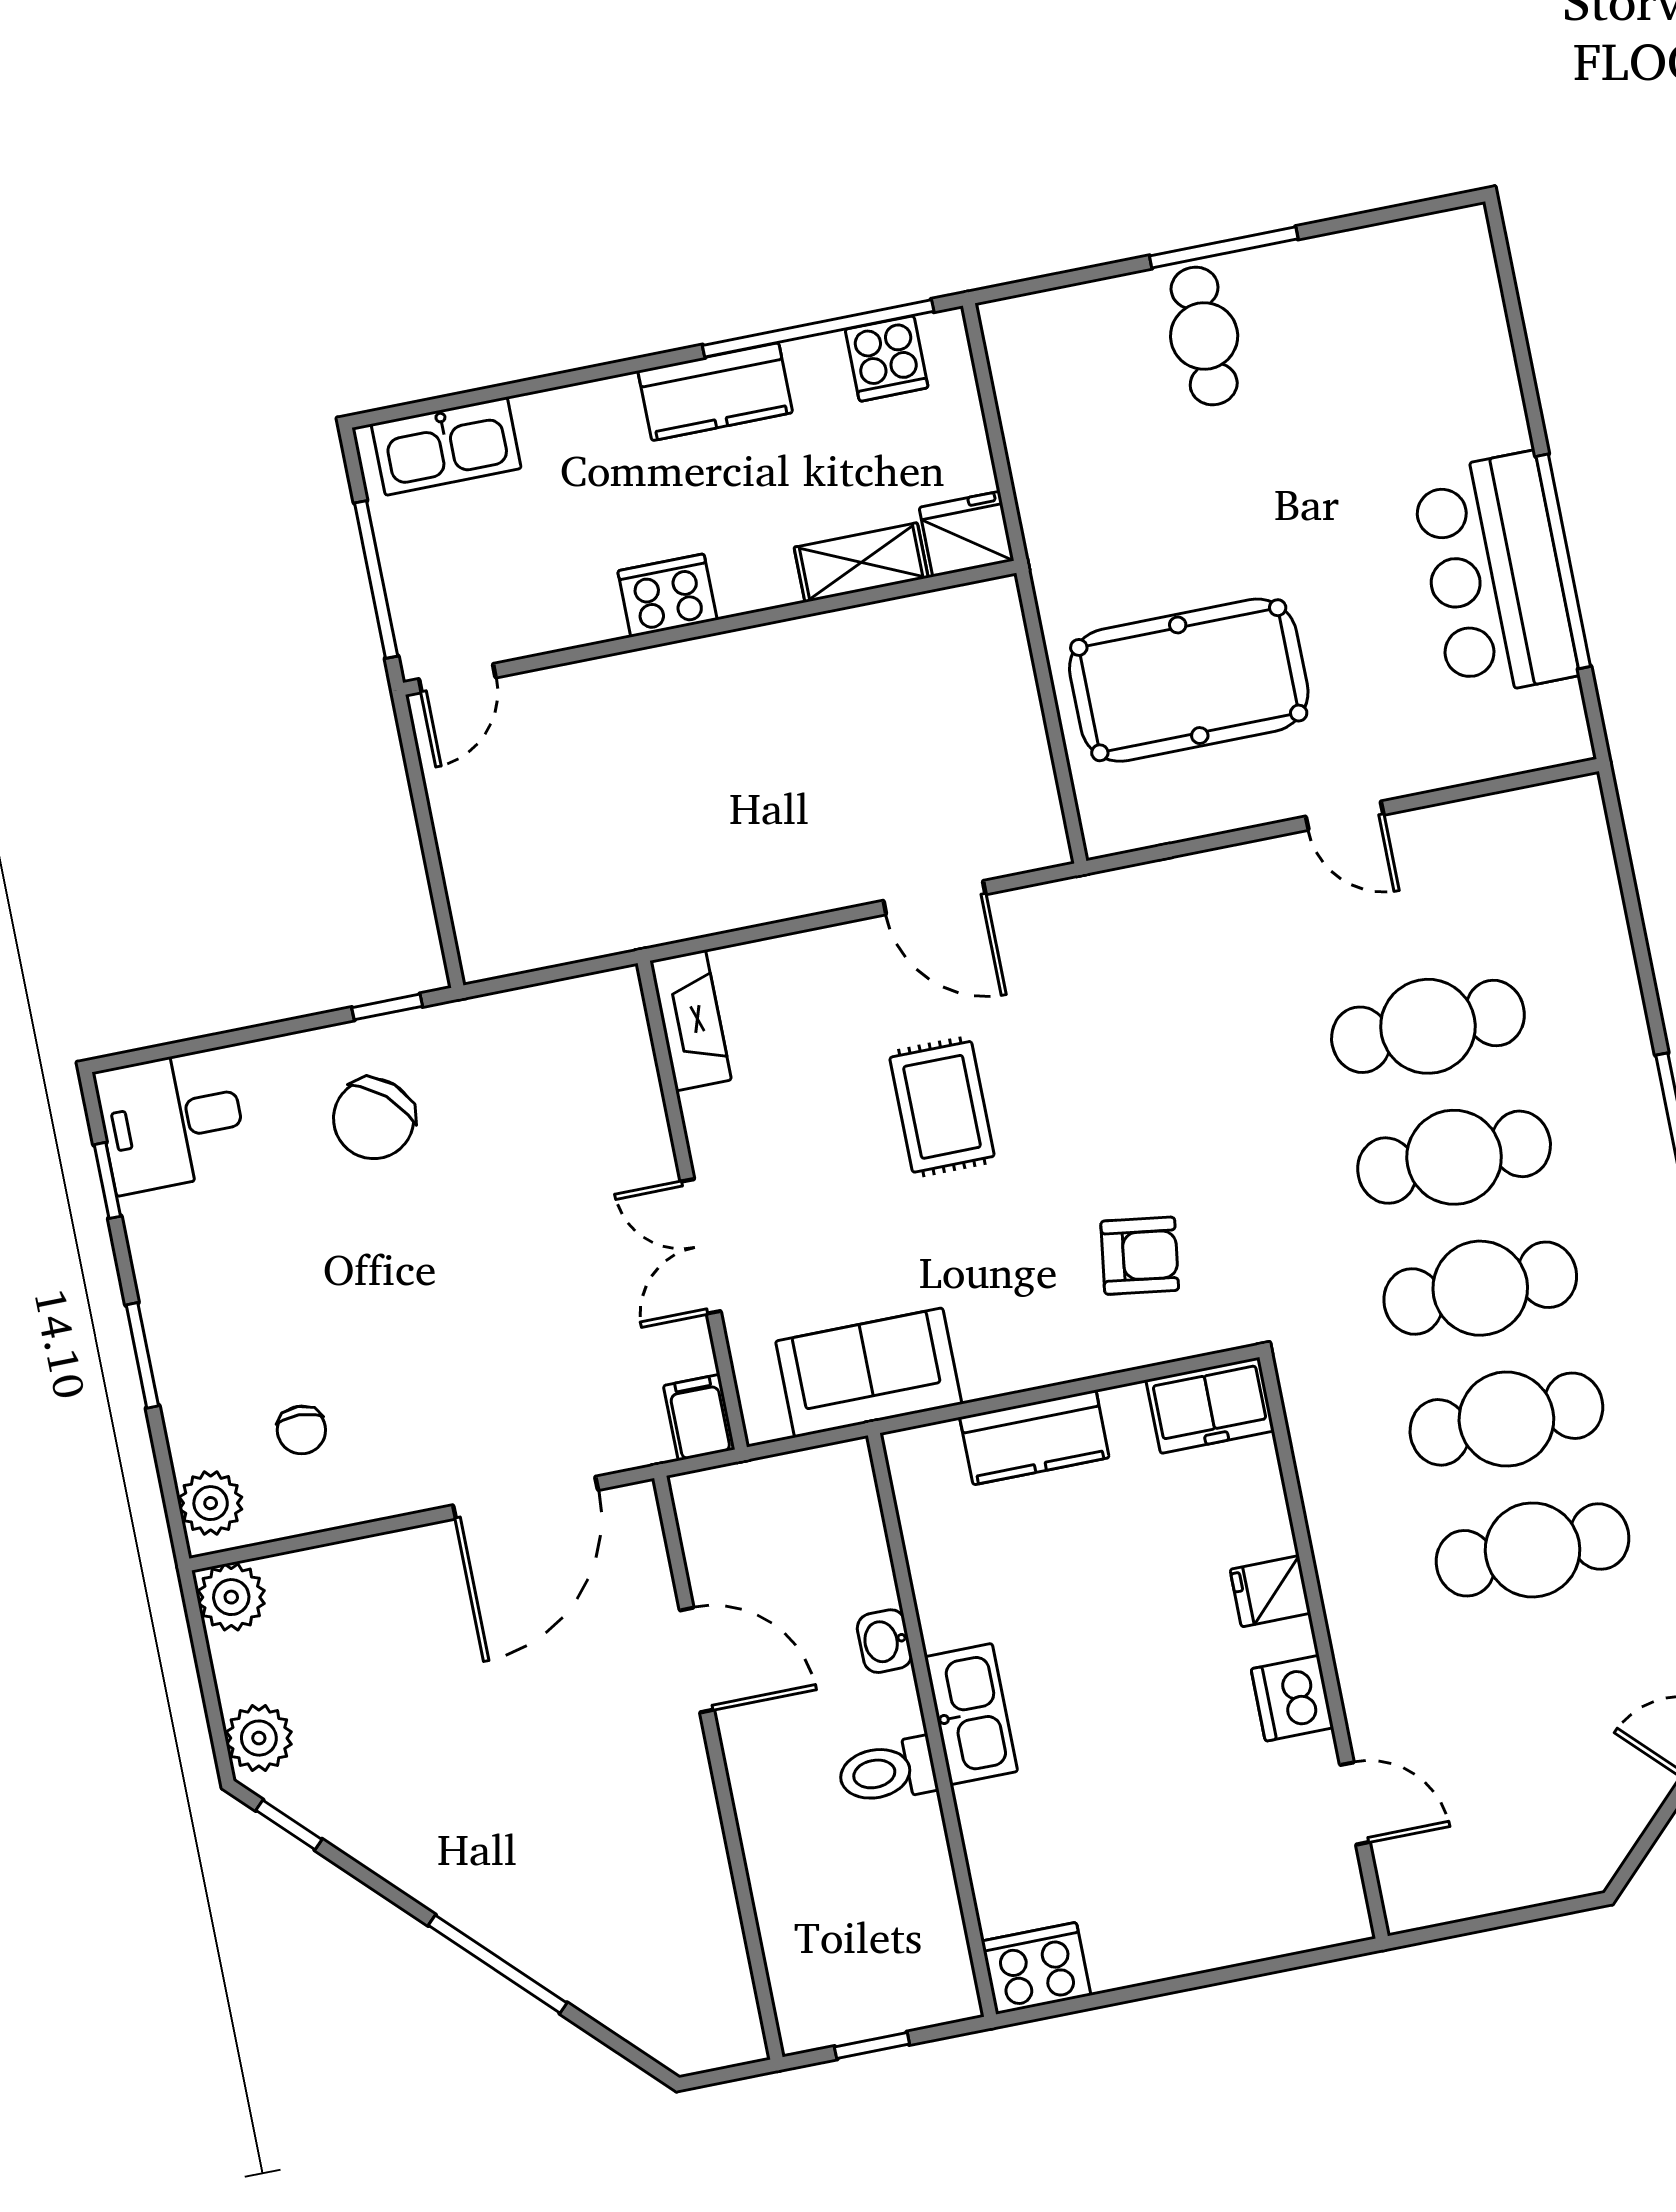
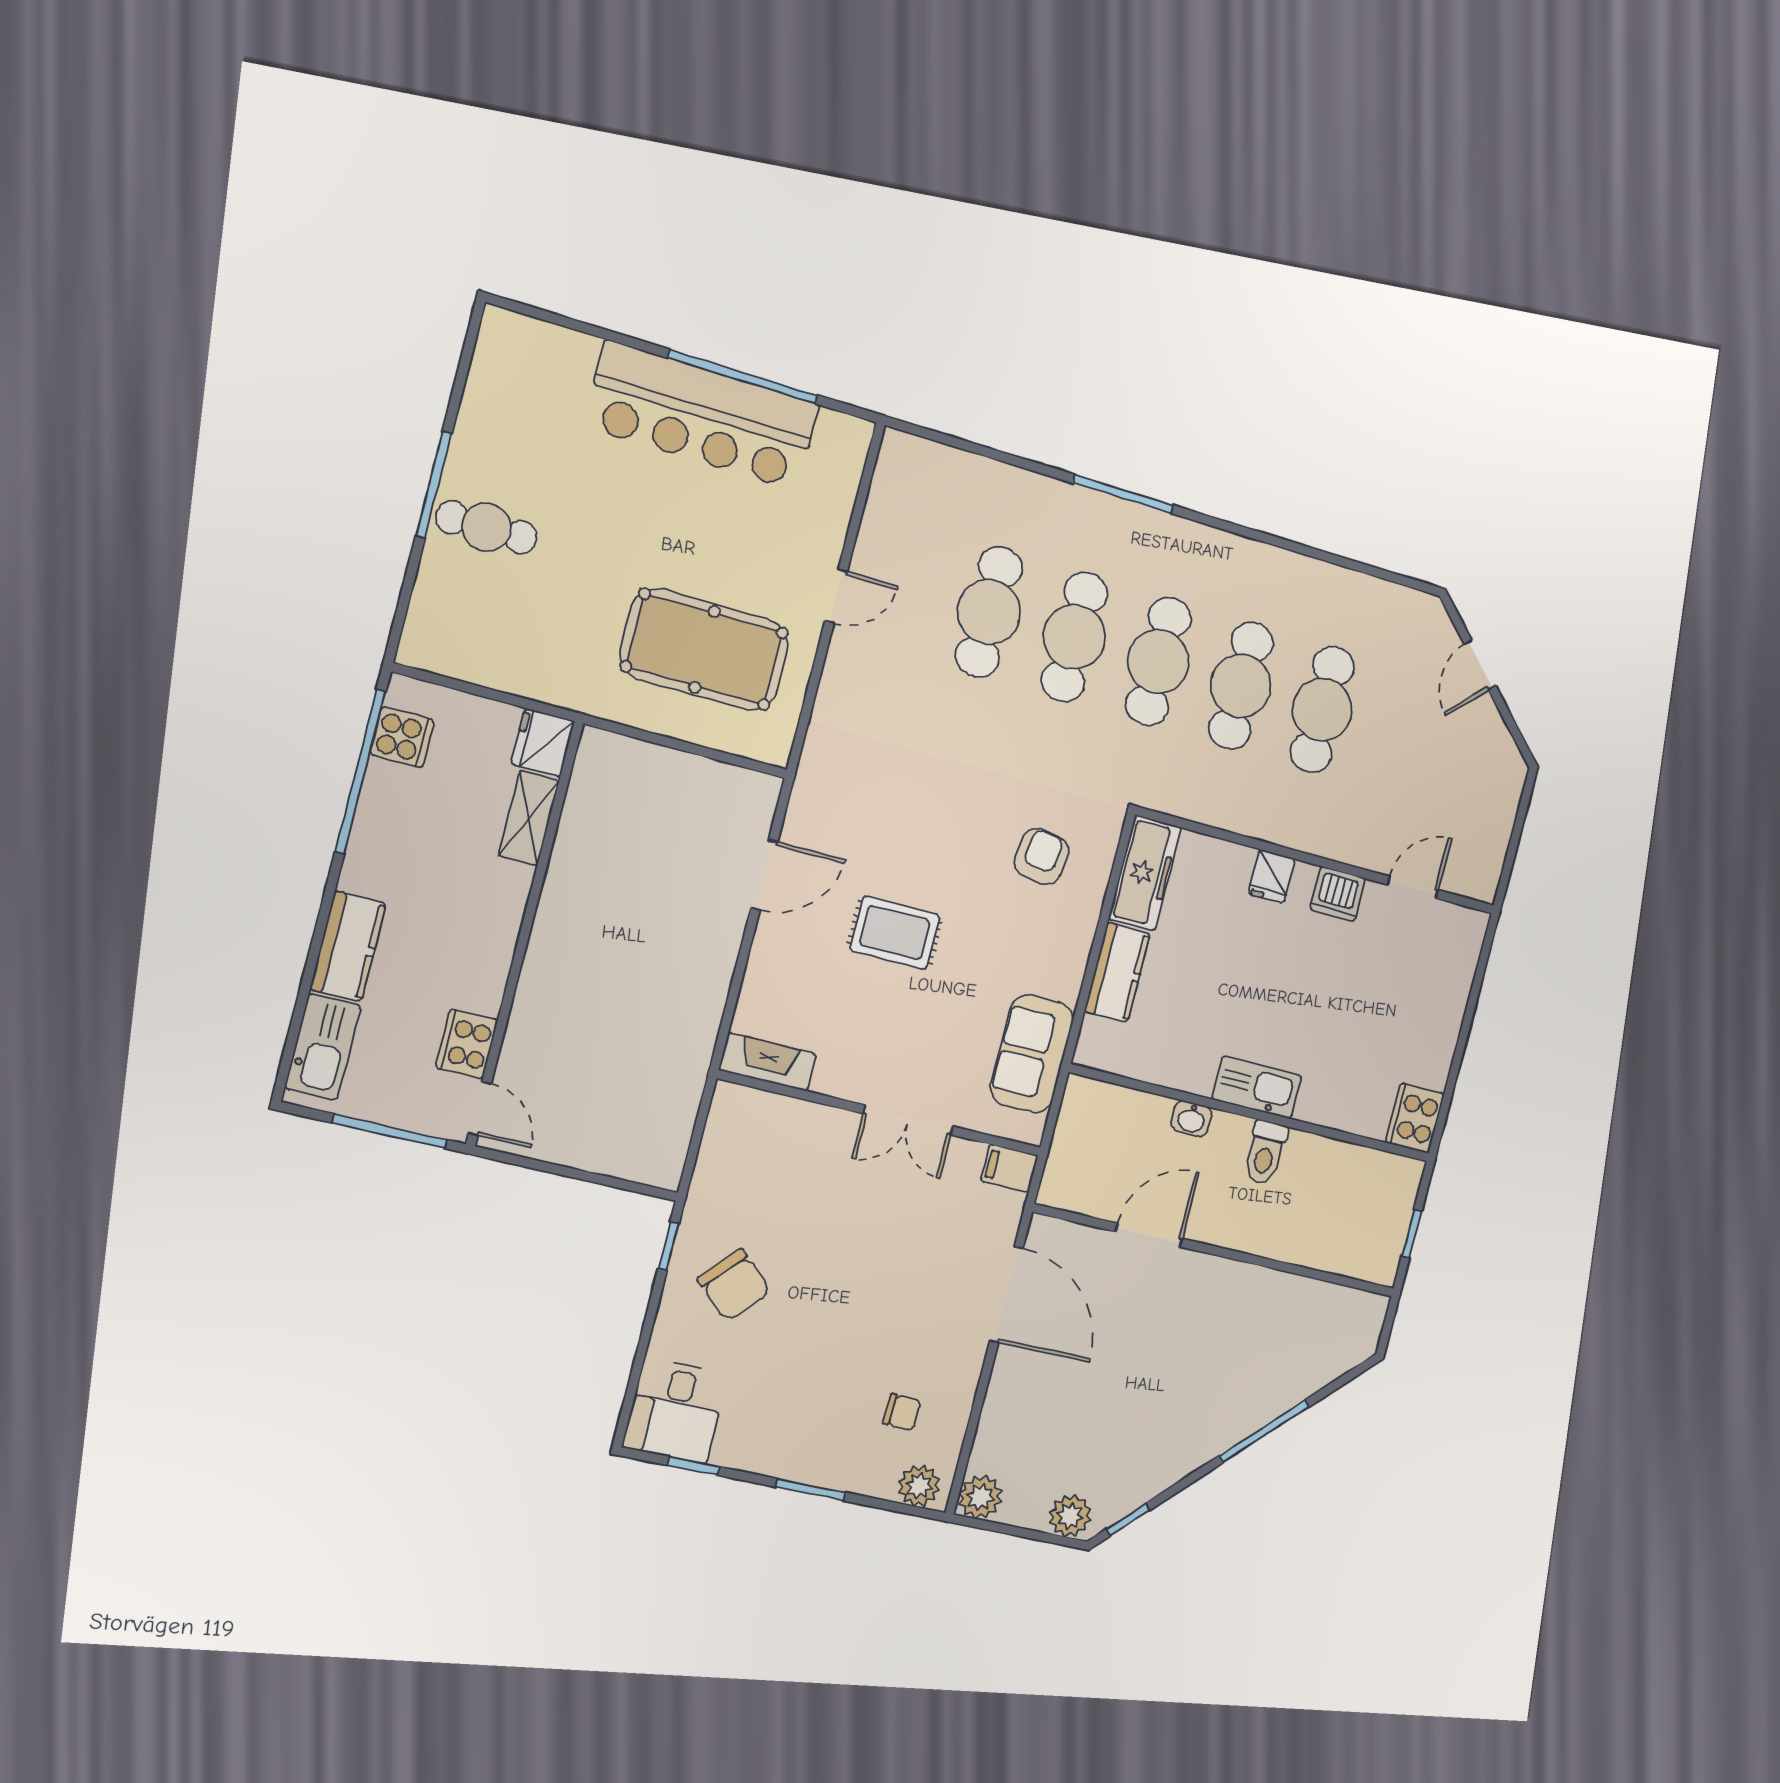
kitchen counter: (715, 392) -> (348, 946), moved
bar counter: (1495, 575) -> (702, 416), width x1.36
cooker: (667, 595) -> (467, 1044), moved
pool table: (1189, 680) -> (705, 650), turned 90
freezer: (1210, 1405) -> (1145, 873), width x1.40

